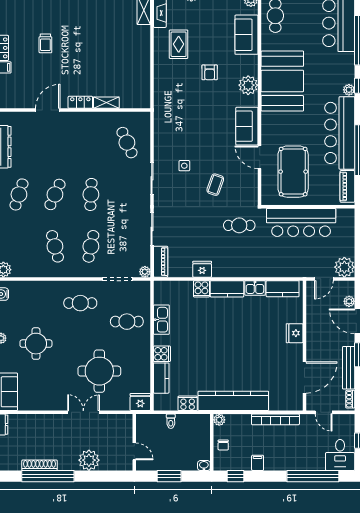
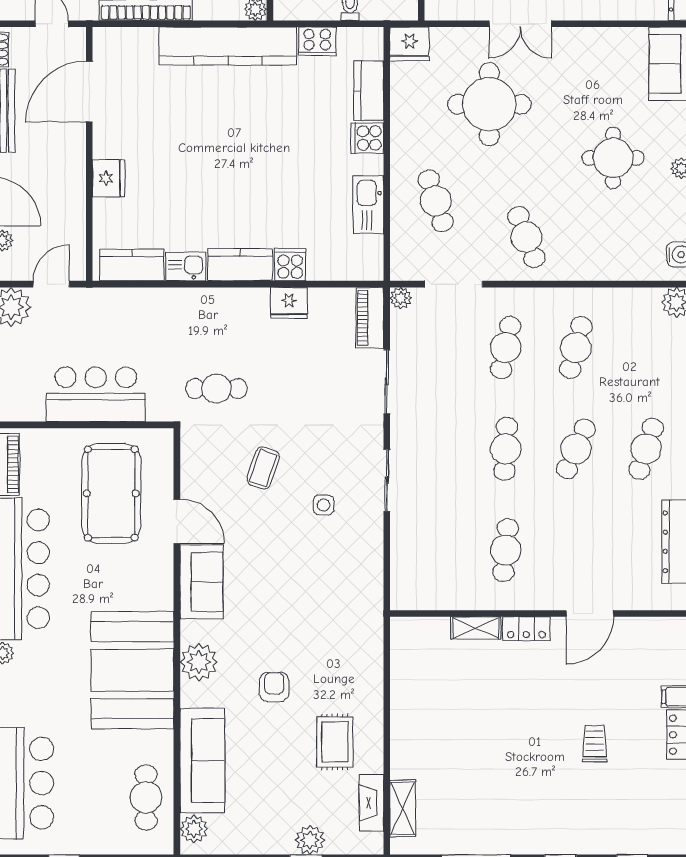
sofa: (246, 35) -> (202, 760), width x1.36
cafe table: (127, 143) -> (506, 550), moved, turned 30
bar counter: (301, 222) -> (96, 394), width x0.73
cafe table: (55, 246) -> (576, 348), turned 30
cafe table: (80, 303) -> (526, 237), turned 69
cafe table: (127, 322) -> (436, 201), turned 72

